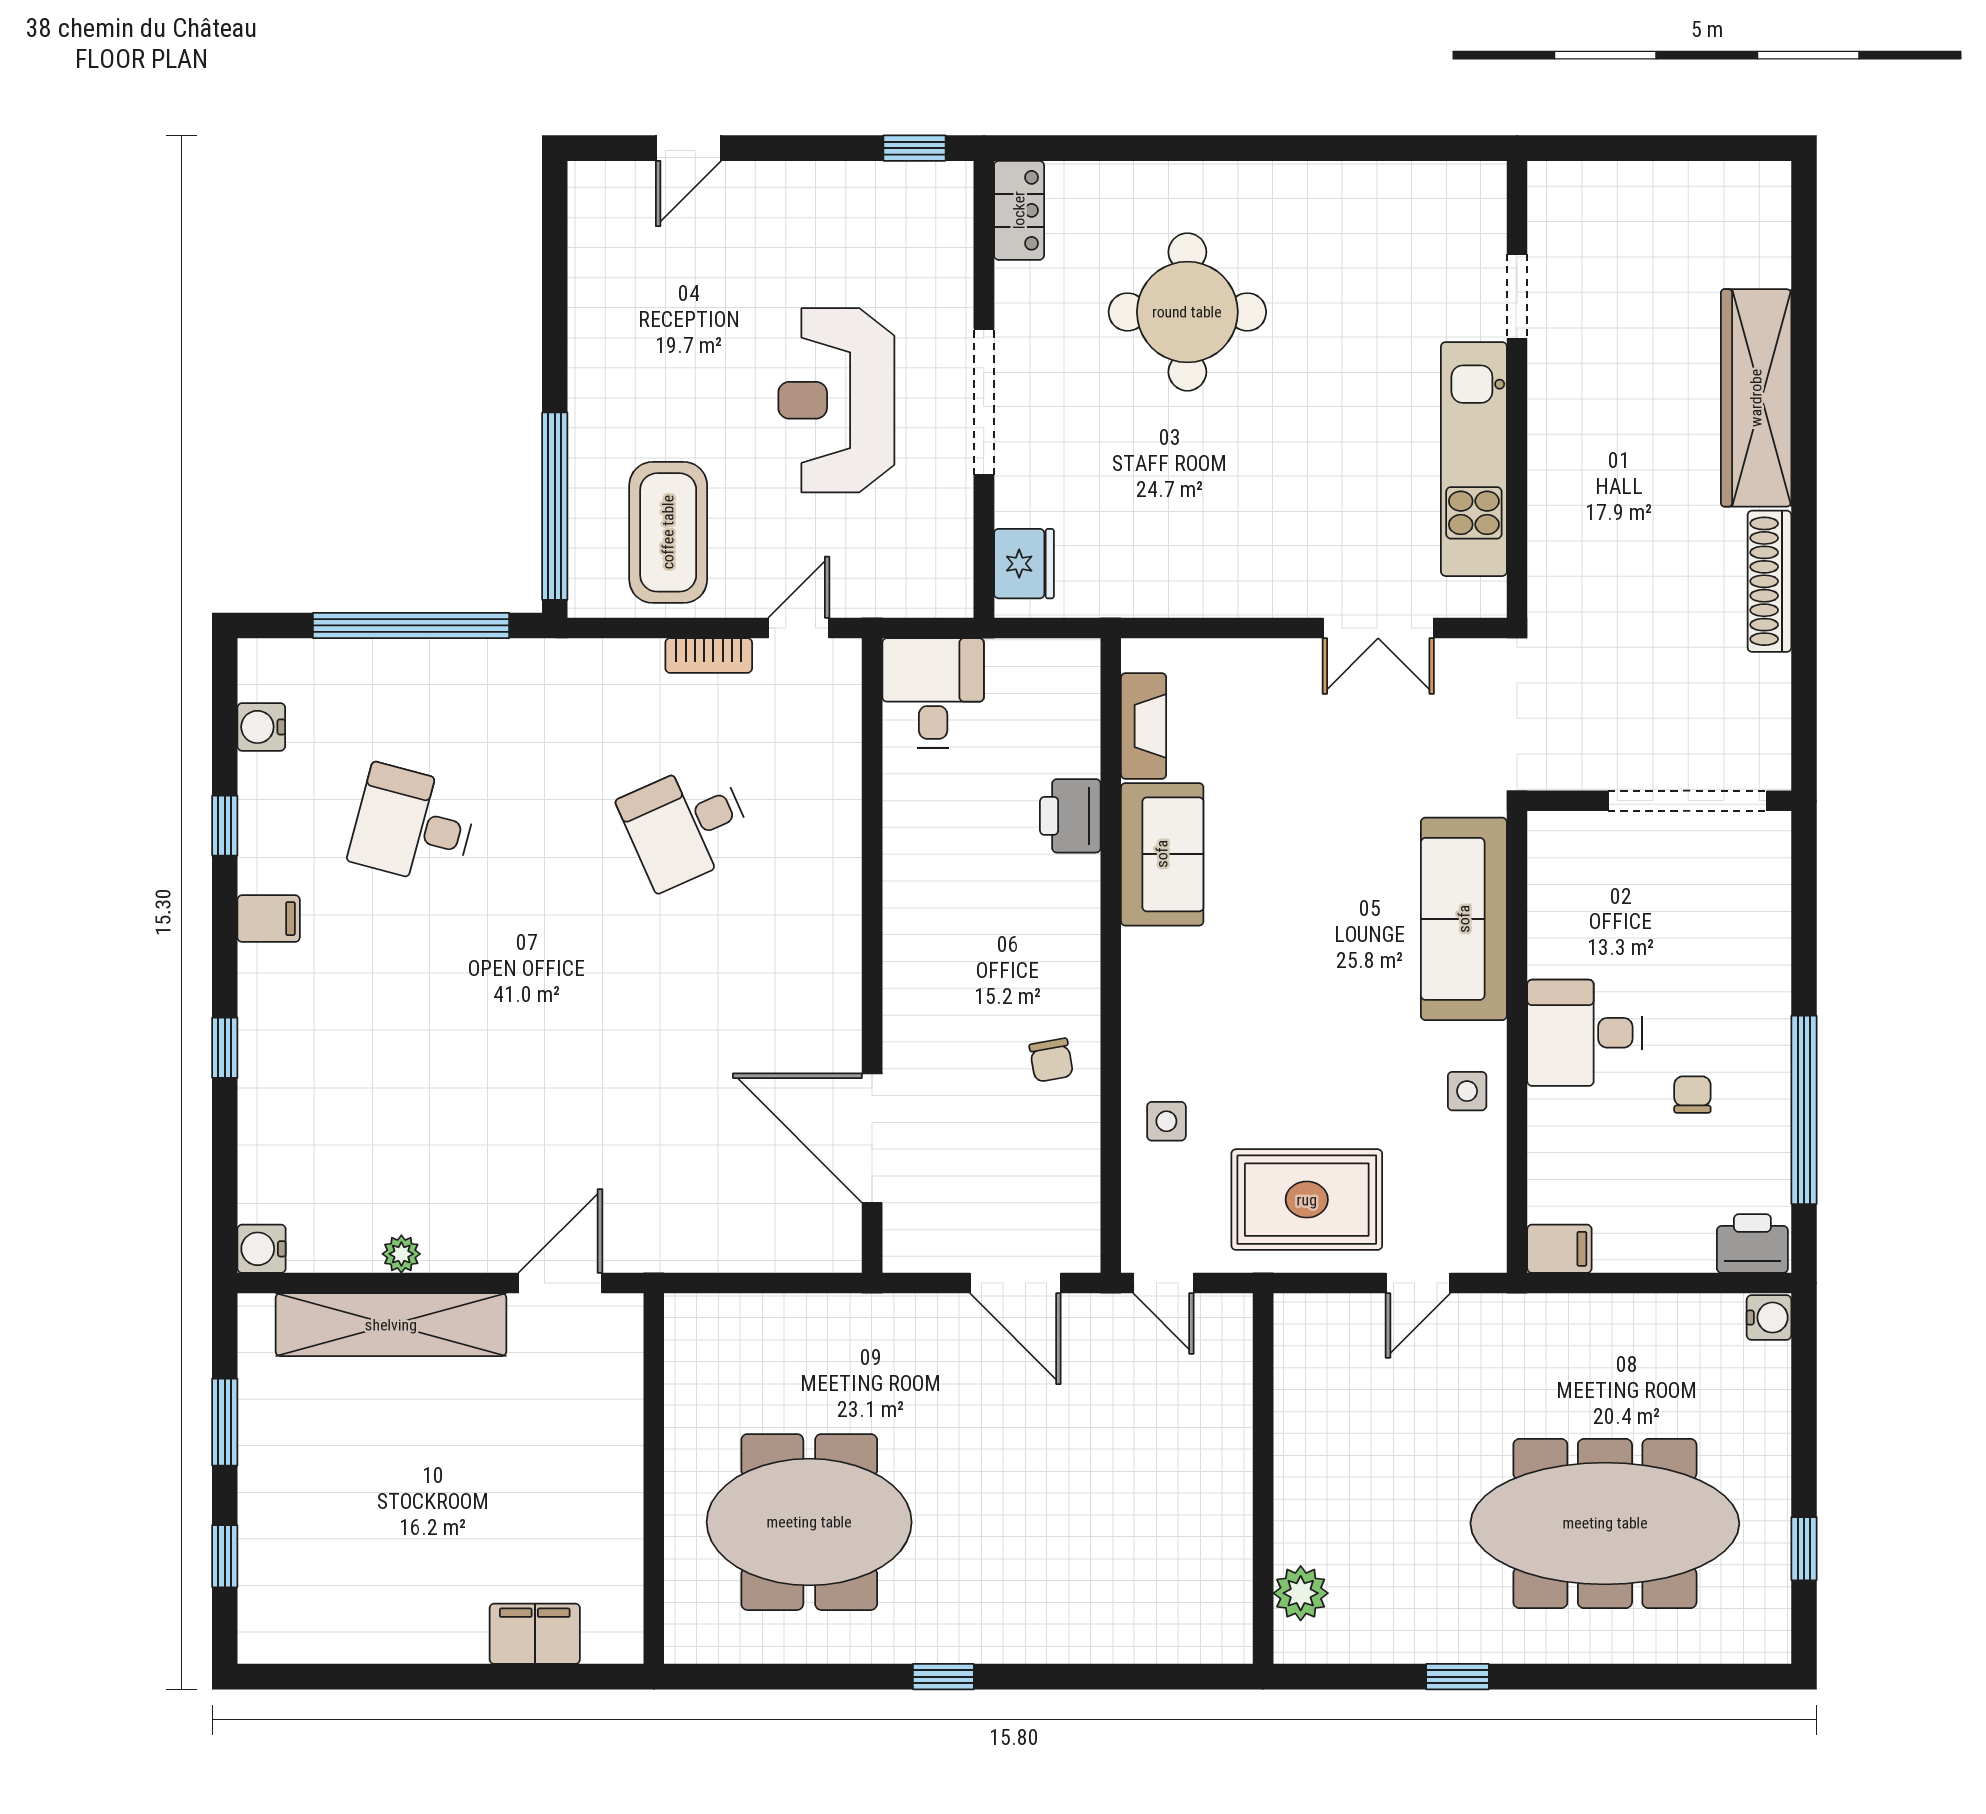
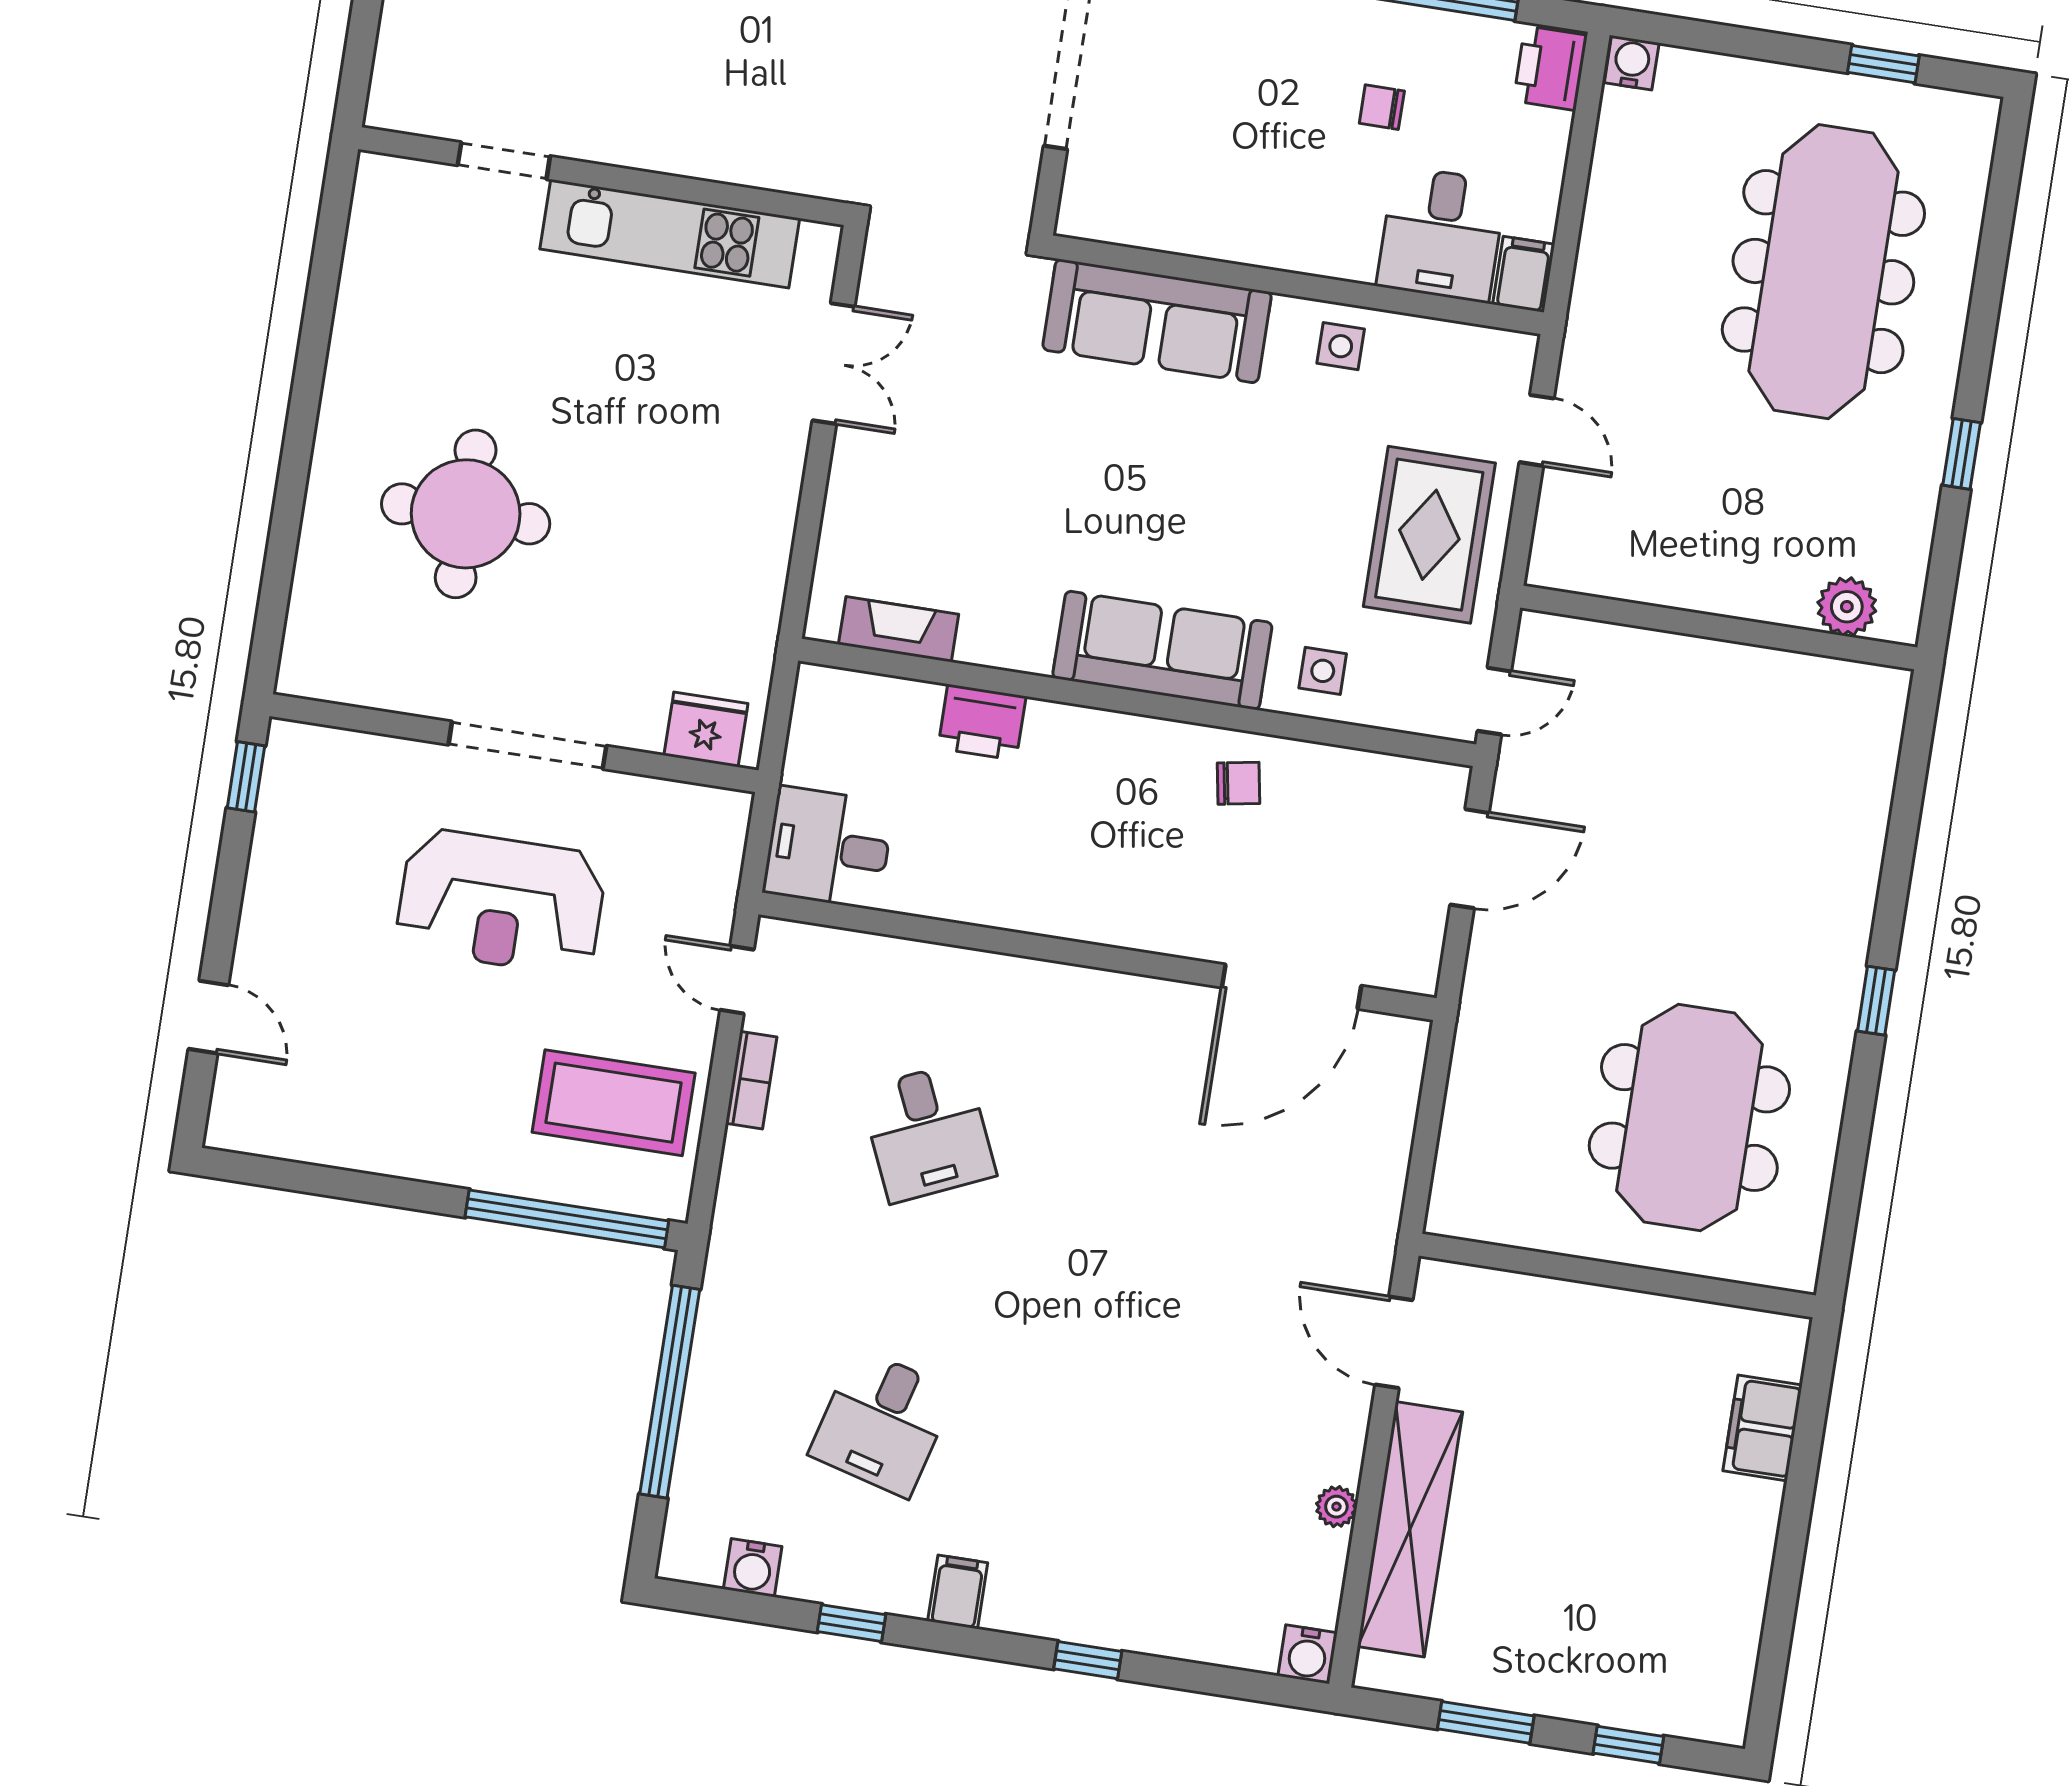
locker: (1019, 210) -> (329, 676), removed
sofa: (1162, 854) -> (1162, 650), moved, width x1.36
desk: (1584, 1033) -> (1441, 234), moved

